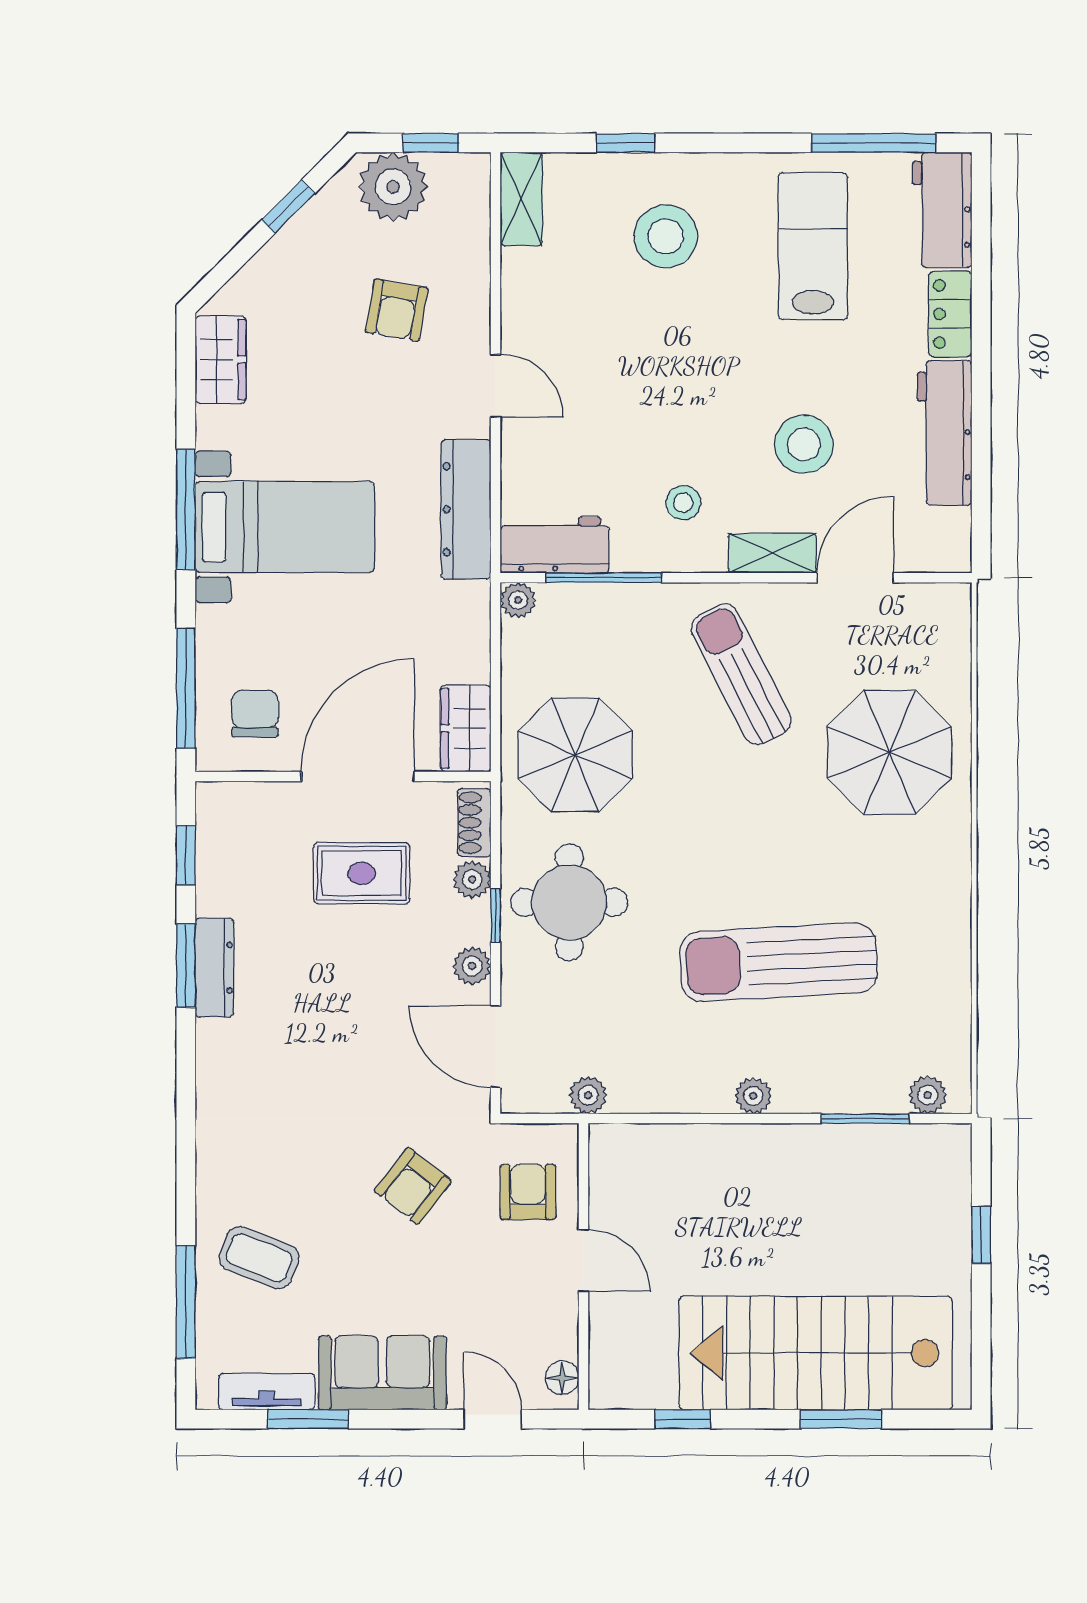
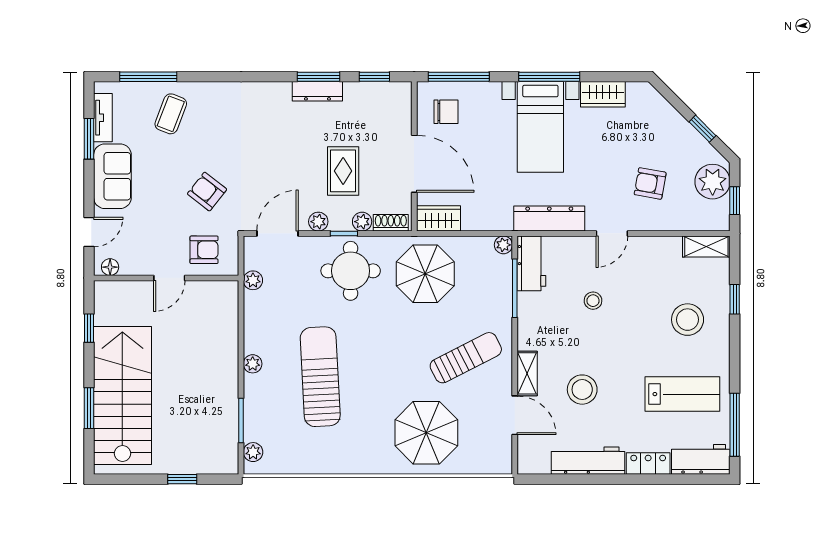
wardrobe: (221, 360) -> (603, 94), moved
stool: (683, 503) -> (593, 301), moved
rug: (362, 873) -> (343, 171), moved

